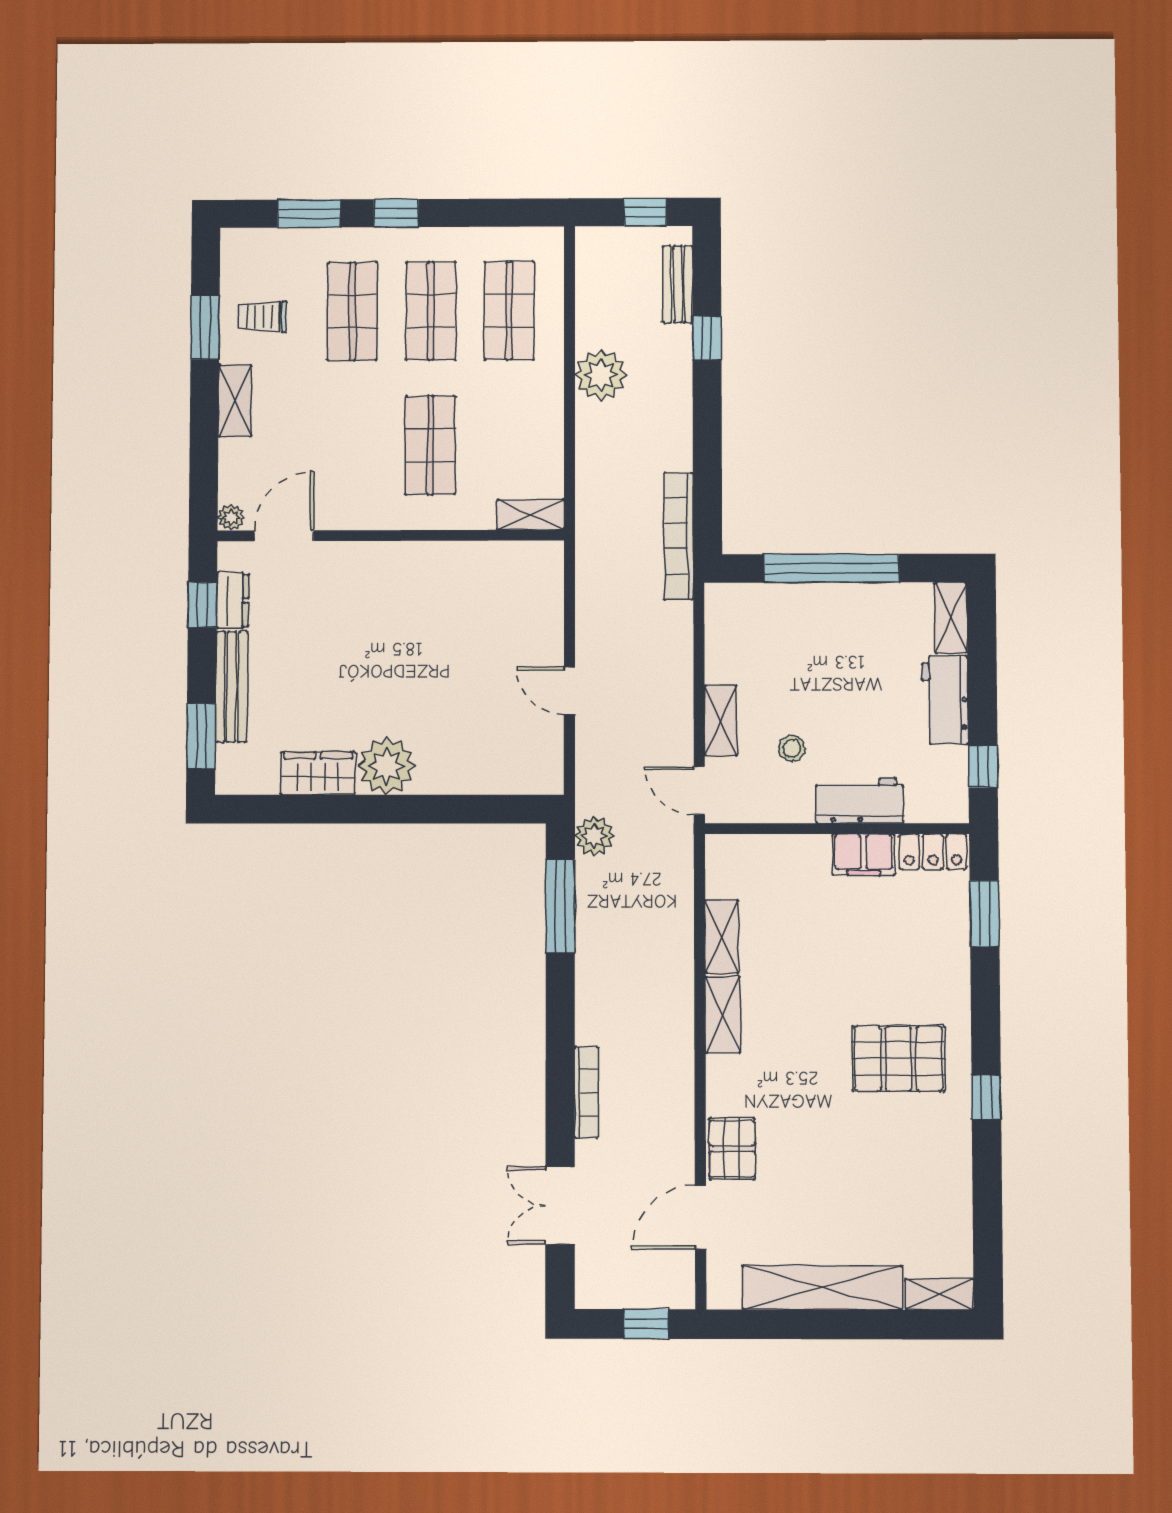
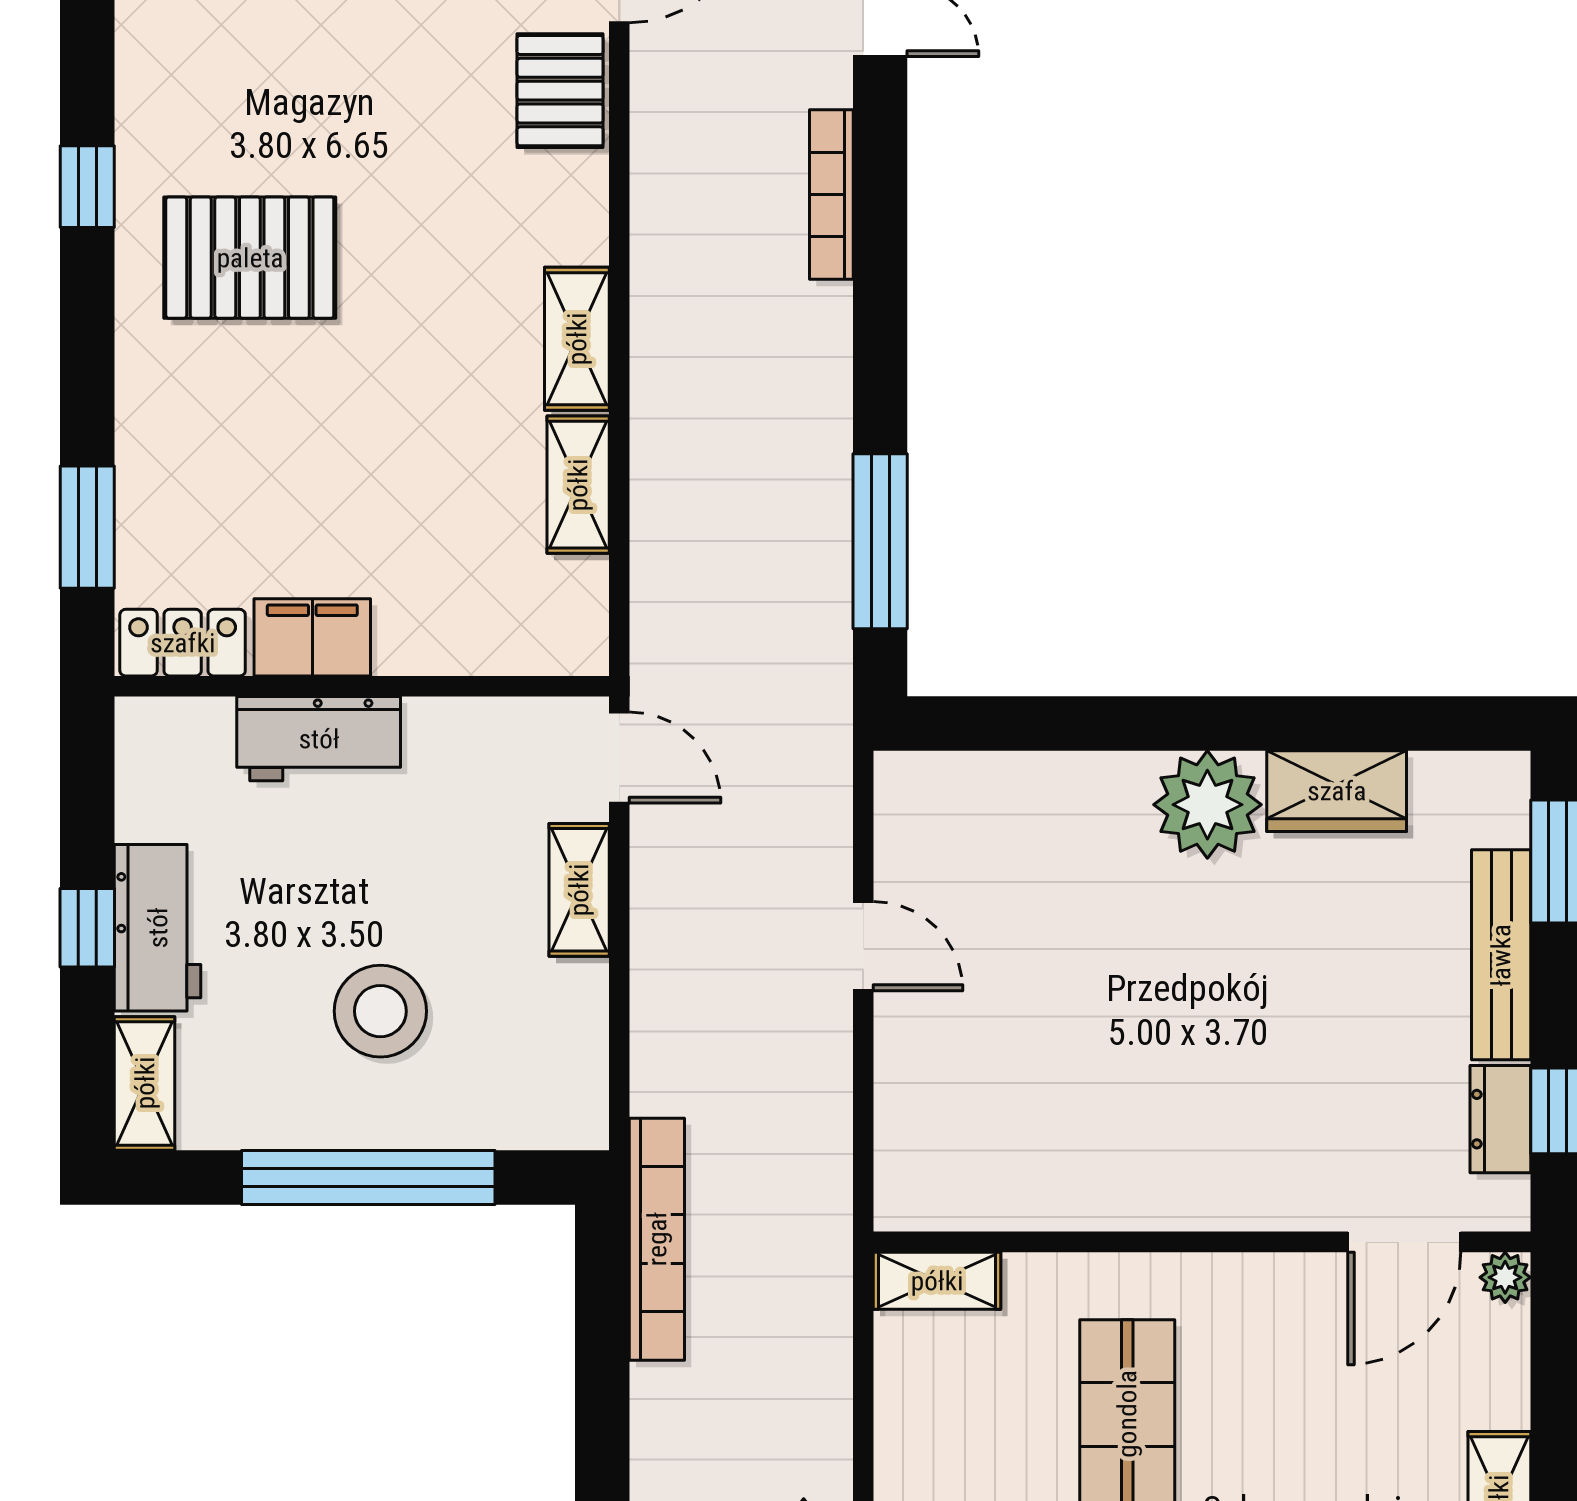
stool: (792, 748) -> (380, 1011), moved, width x1.89, depth x1.89
window: (983, 766) -> (87, 928), moved
plant: (594, 836) -> (816, 672), removed

